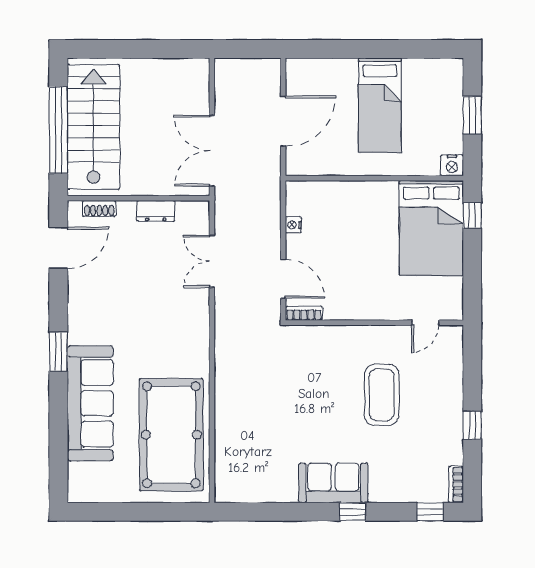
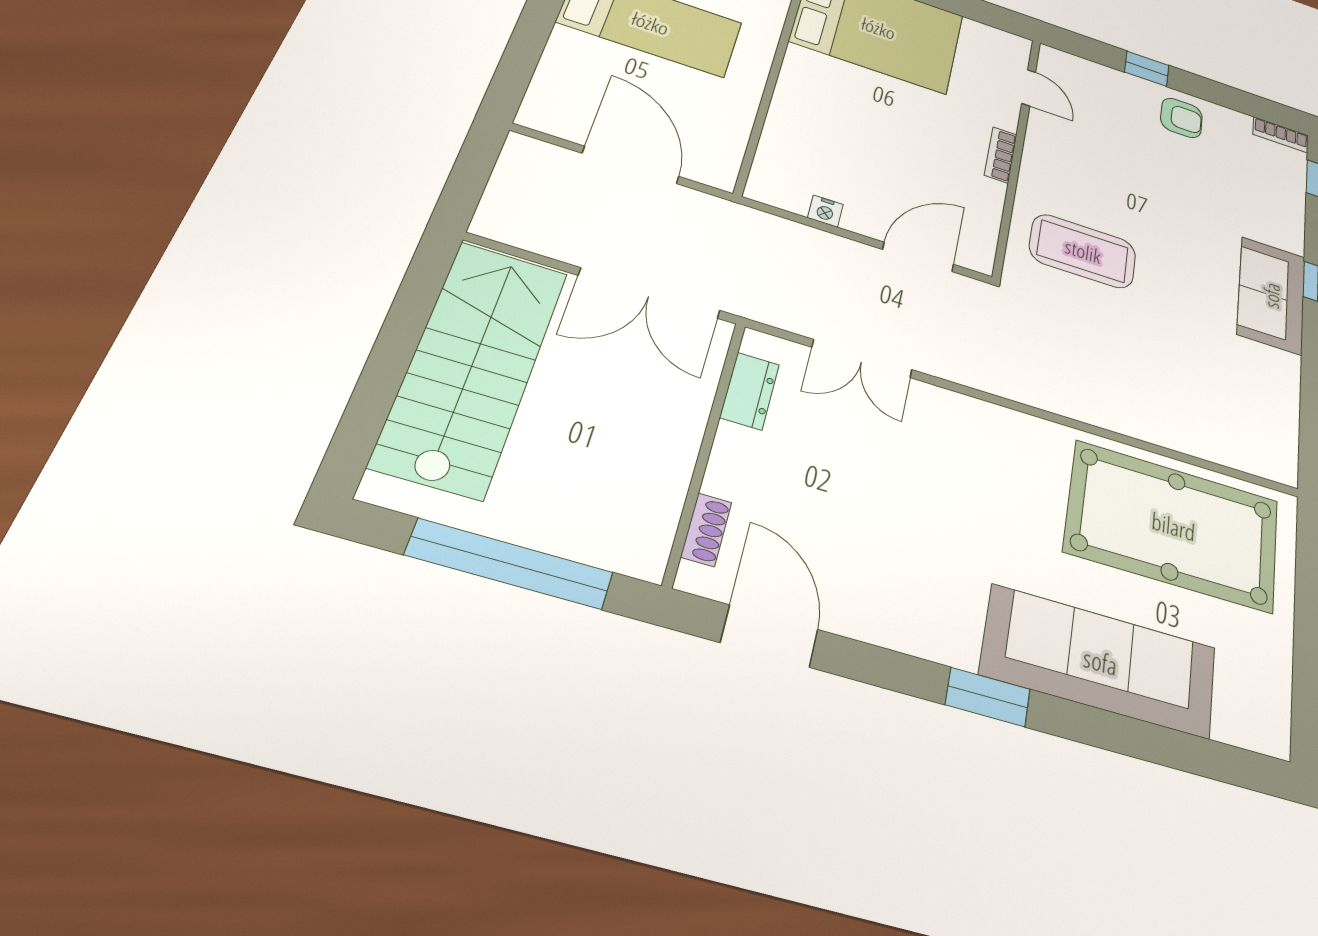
stairs: (93, 127) -> (472, 366), moved, turned 90
dresser: (156, 211) -> (750, 391), moved
bookcase: (304, 313) -> (1001, 155), moved
coffee table: (382, 395) -> (1083, 251), moved
armchair: (442, 419) -> (1181, 118), added
window: (472, 425) -> (1147, 69), moved

